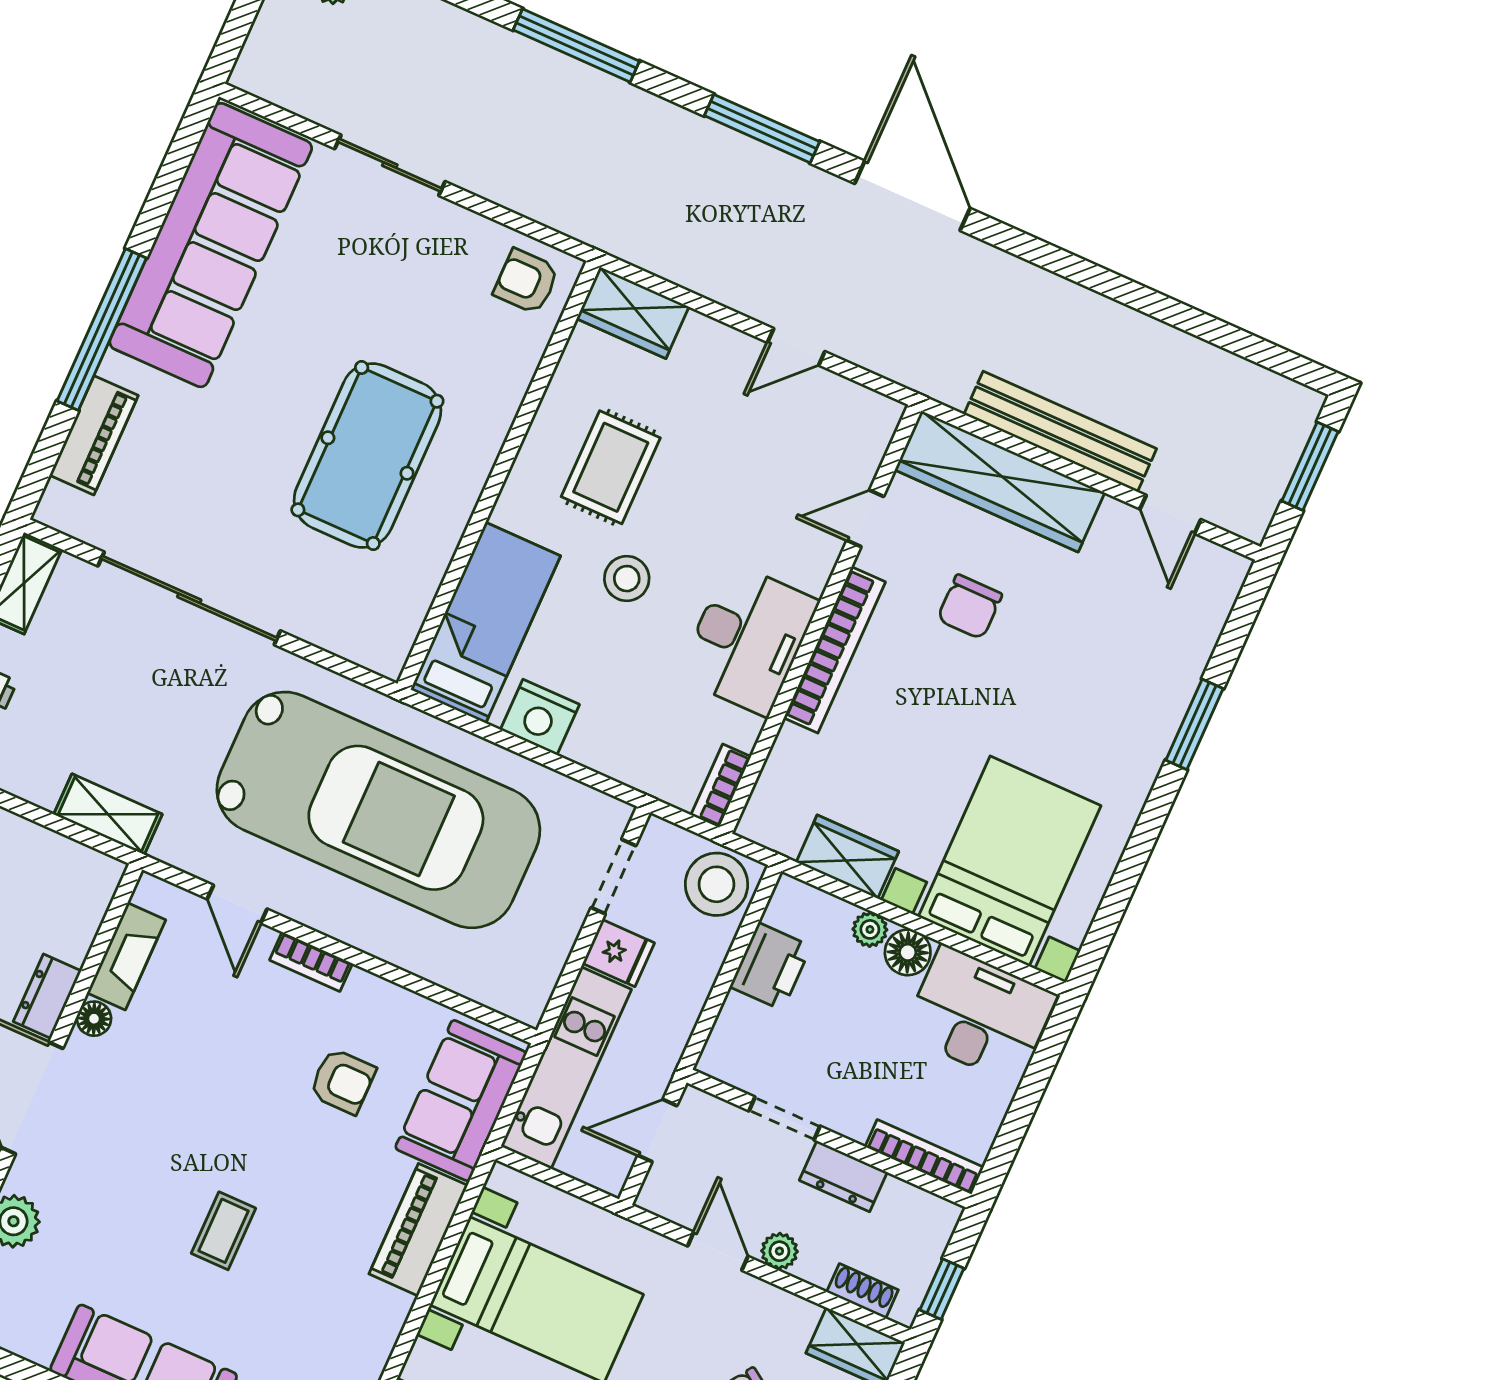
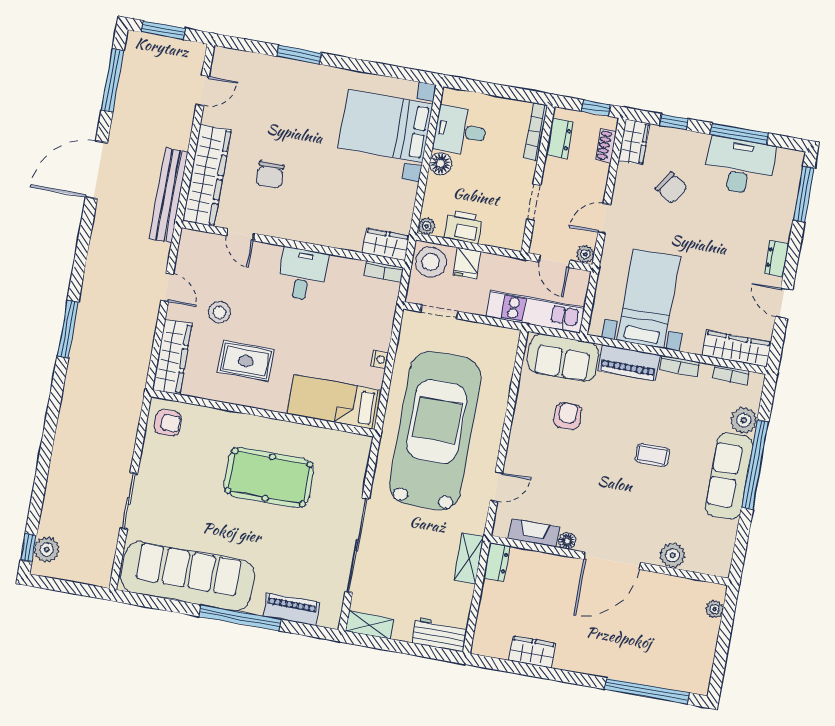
window: (576, 45) -> (113, 80), moved
door: (912, 196) -> (96, 170), moved
armchair: (526, 281) -> (168, 423), turned -90
wardrobe: (633, 313) -> (172, 357), width x1.50
bench: (1060, 432) -> (169, 195), moved
stool: (627, 579) -> (219, 312), moved
chair: (970, 607) -> (270, 175), turned 90
desk: (748, 639) -> (303, 274), width x0.73
bookcase: (835, 650) -> (306, 234), removed
nightstand: (540, 717) -> (380, 359), width x0.53, depth x0.56
wardrobe: (847, 857) -> (386, 244), moved, turned 90
plant: (870, 929) -> (427, 226), moved
fridge: (618, 953) -> (467, 263), moved, turned 180
bookcase: (311, 962) -> (680, 366), moved, turned 90
dresser: (47, 996) -> (497, 562), moved, turned -90
desk: (979, 1015) -> (460, 131), width x0.73
dresser: (843, 1176) -> (559, 138), moved
plant: (779, 1251) -> (585, 254), moved

